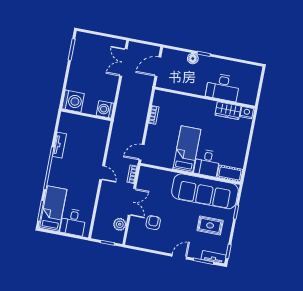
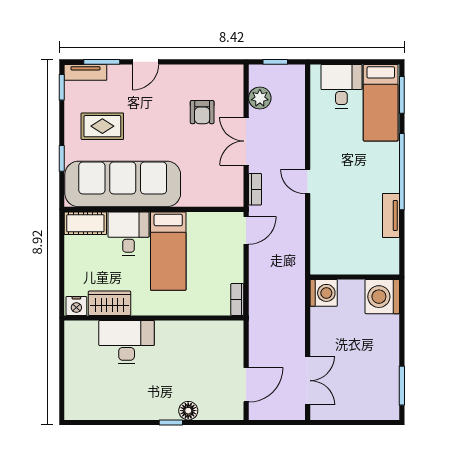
desk: (223, 87) -> (127, 342), moved
wall: (205, 98) -> (154, 318), moved
wardrobe: (228, 111) -> (110, 303), moved
nightstand: (247, 113) -> (76, 306), moved

